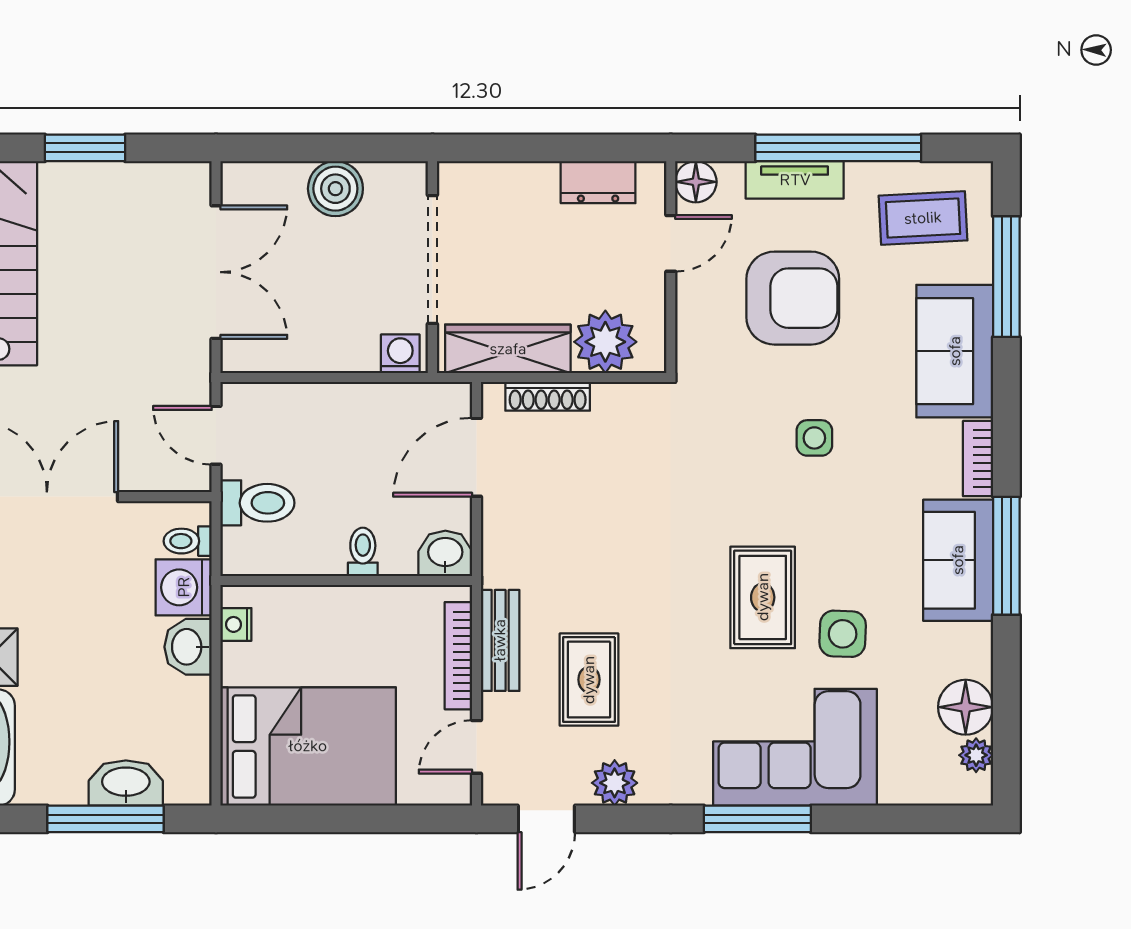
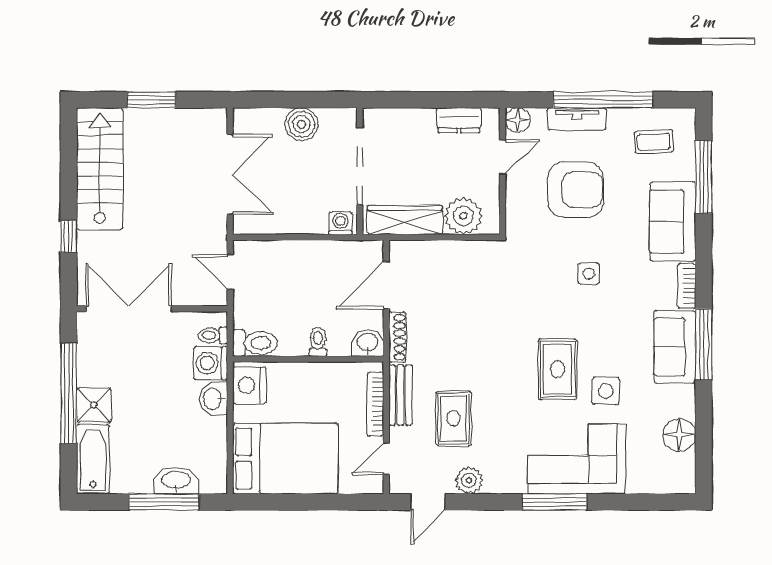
coffee table: (923, 218) -> (654, 142), width x0.73, depth x0.77
shoe rack: (548, 396) -> (397, 337), moved, turned -90
toilet: (257, 503) -> (255, 343), moved
nightstand: (236, 624) -> (249, 385), width x1.89, depth x1.79
plant: (976, 755) -> (686, 464), removed

